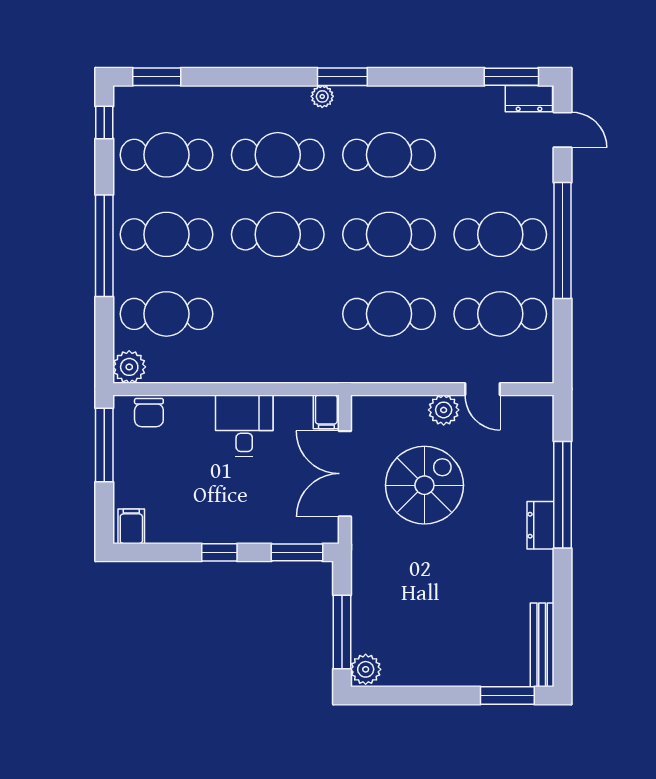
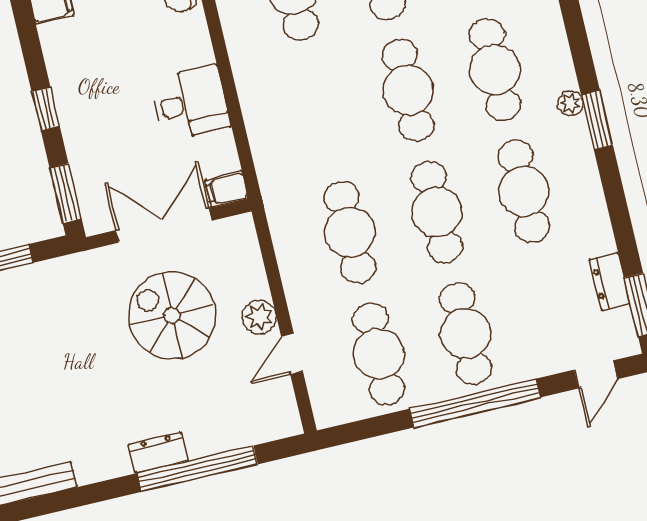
dresser: (529, 99) -> (610, 282), moved
spiral stairs: (424, 485) -> (172, 315), turned 180

